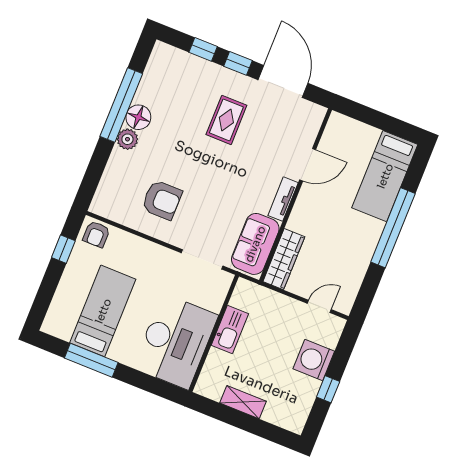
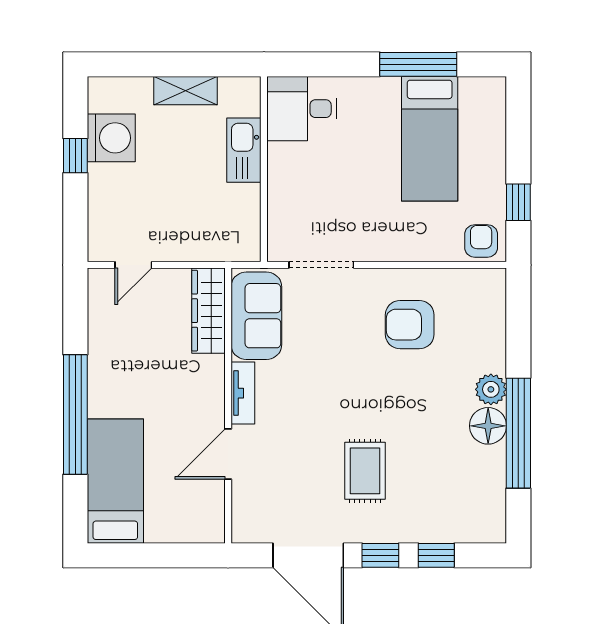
kitchen sink: (230, 330) -> (244, 150), moved
desk: (176, 342) -> (302, 109), width x0.53, depth x0.77
washing machine: (314, 360) -> (111, 138), moved

